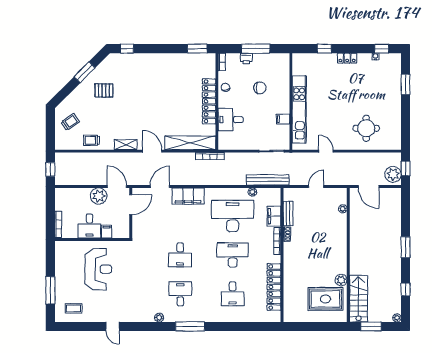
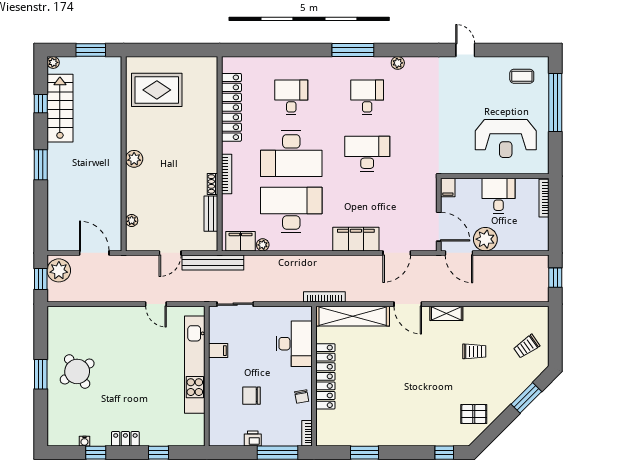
window: (197, 49) -> (364, 453), moved
window: (256, 49) -> (277, 453), moved
window: (382, 49) -> (96, 453), moved
printer: (246, 58) -> (253, 439), moved
window: (85, 72) -> (526, 398), moved
window: (406, 84) -> (41, 374), moved
pallet: (104, 90) -> (474, 414), moved
desk: (231, 120) -> (294, 344), width x1.37
round table: (366, 128) -> (77, 371), moved, turned -33
trolley: (91, 140) -> (474, 351), moved
bench: (268, 180) -> (213, 263), moved
door: (131, 205) -> (439, 227), swing flipped
desk: (233, 216) -> (291, 210), turned 180
filing cabinet: (274, 216) -> (241, 241), moved, turned -90
filing cabinet: (107, 232) -> (448, 188), moved
desk: (180, 255) -> (367, 154), width x1.37
desk: (233, 255) -> (291, 154), width x1.36, depth x1.30
reception desk: (98, 269) -> (506, 139), moved, turned -90
plant: (341, 280) -> (134, 159), moved
window: (50, 290) -> (555, 103), width x1.46
desk: (180, 294) -> (367, 97), turned 180
stairs: (358, 299) -> (60, 108), moved, turned 180

